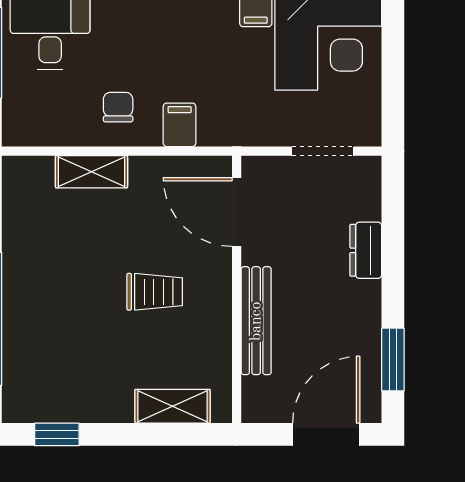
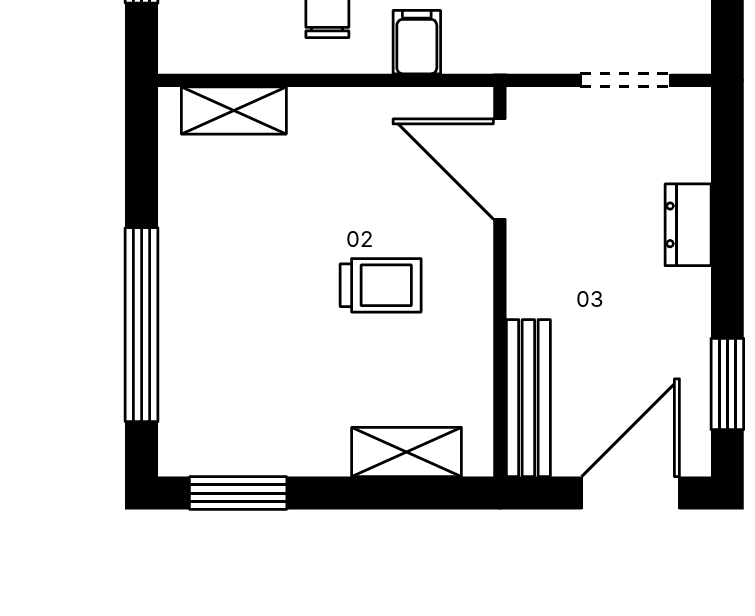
shelving: (91, 172) -> (234, 110), moved
bench: (256, 321) -> (528, 398), moved
window: (57, 434) -> (238, 493), width x1.50

